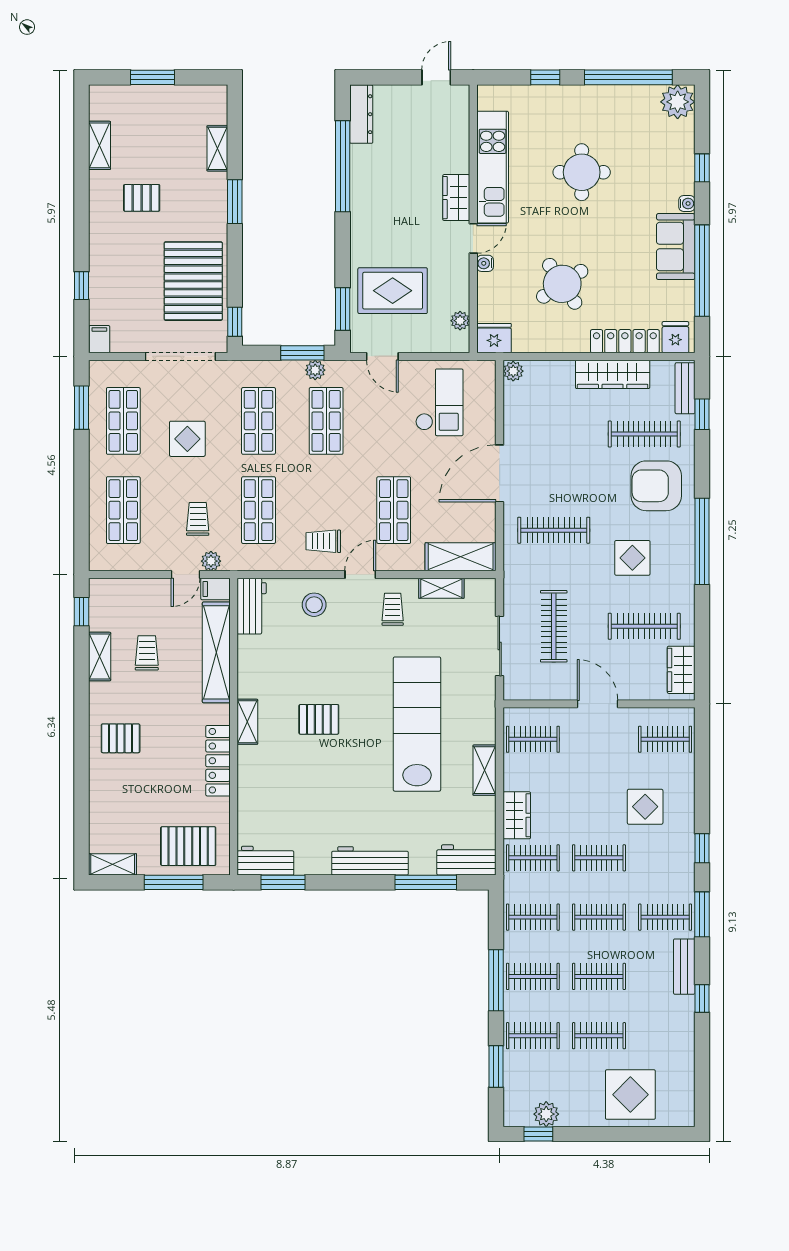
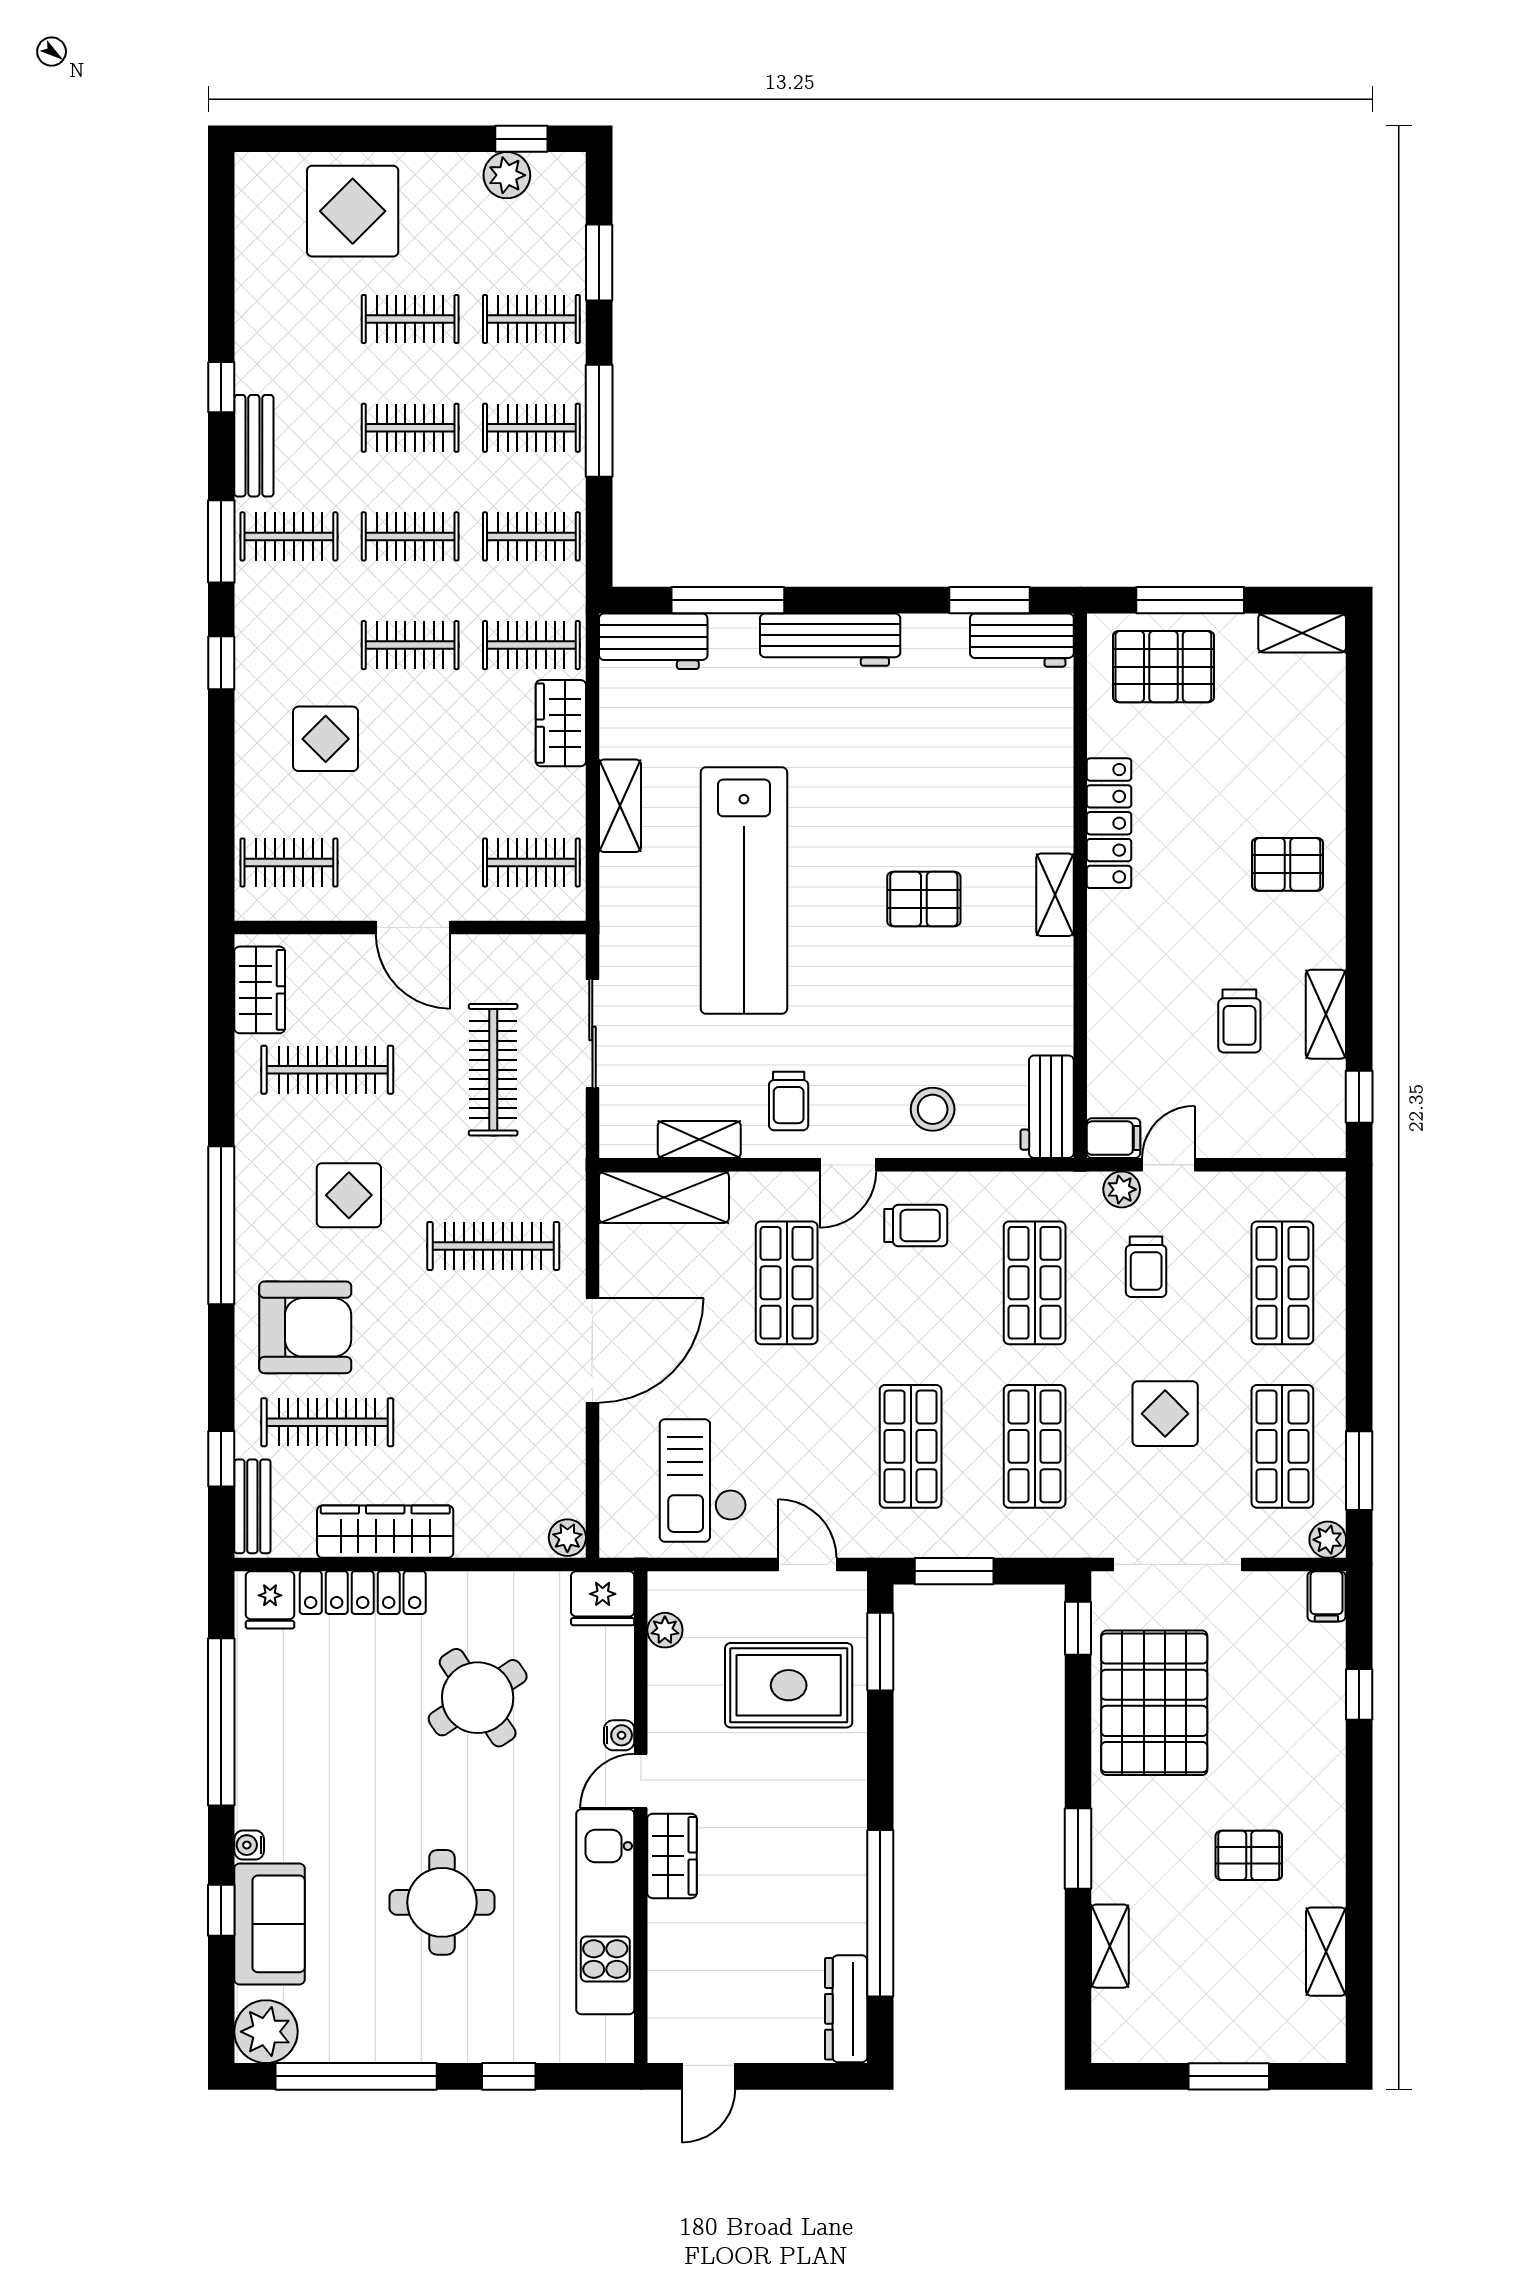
sofa: (676, 247) -> (269, 1924), moved
plant: (315, 370) -> (1328, 1540), moved
shelving: (216, 652) -> (1112, 1022), removed

